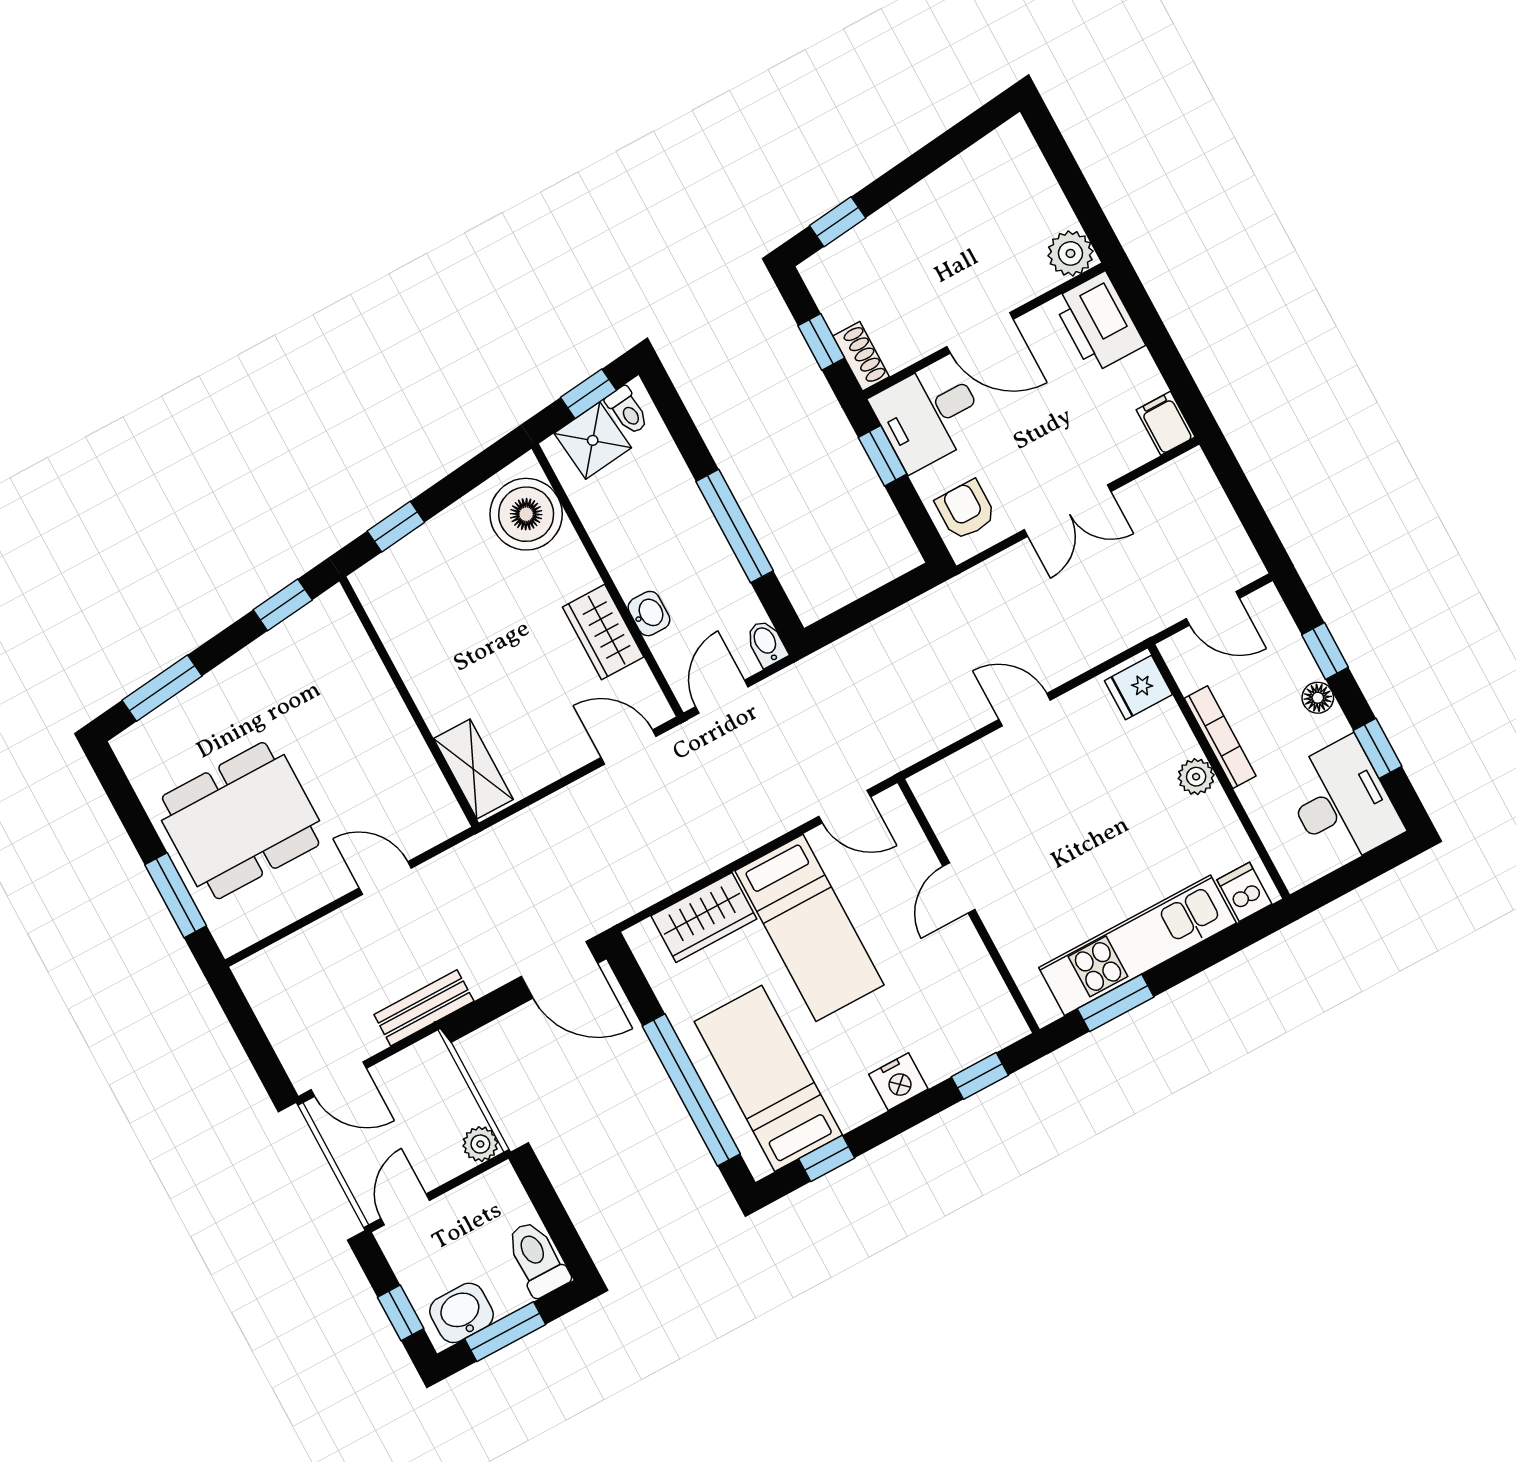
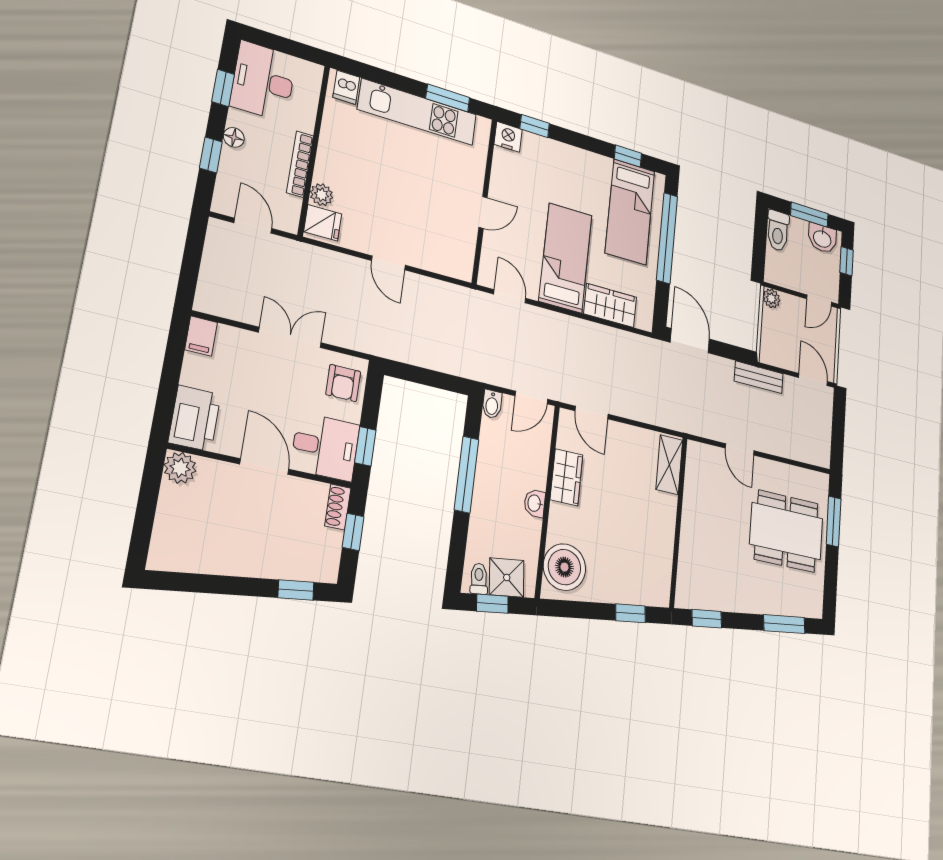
washbasin: (649, 614) -> (535, 503), moved
plant: (1196, 777) -> (321, 195), moved
nightstand: (898, 1082) -> (508, 137), moved

